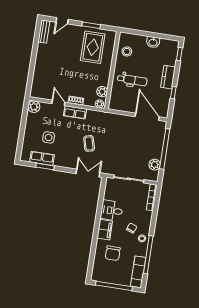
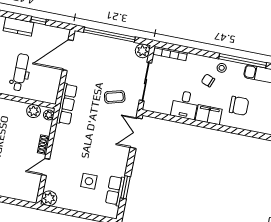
row of seats: (75, 112) -> (67, 104), moved, width x1.48
coffee table: (89, 143) -> (115, 97), moved
plant: (155, 165) -> (142, 51), moved

